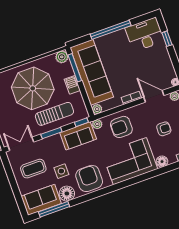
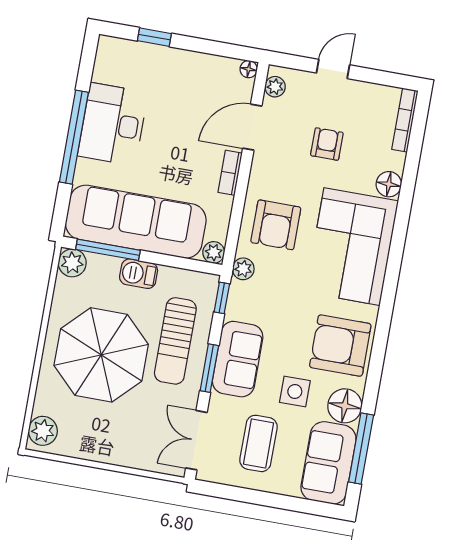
desk: (145, 35) -> (113, 124), moved
sun lounger: (54, 114) -> (175, 341), turned 180
sofa: (78, 136) -> (238, 359), moved

